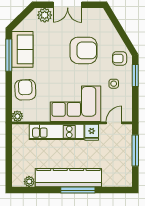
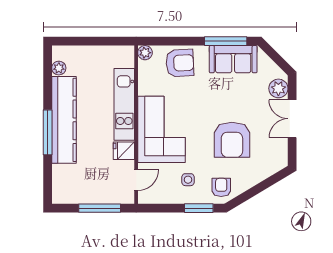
door: (114, 123) -> (136, 180), hinge flipped

